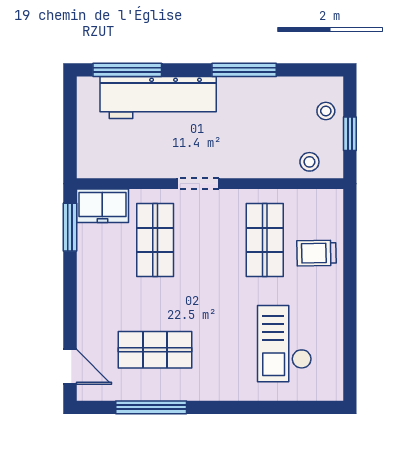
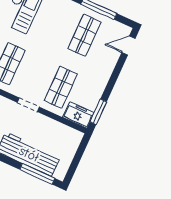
shop shelf: (155, 350) -> (84, 35), turned 90
door: (70, 367) -> (129, 46), hinge flipped

